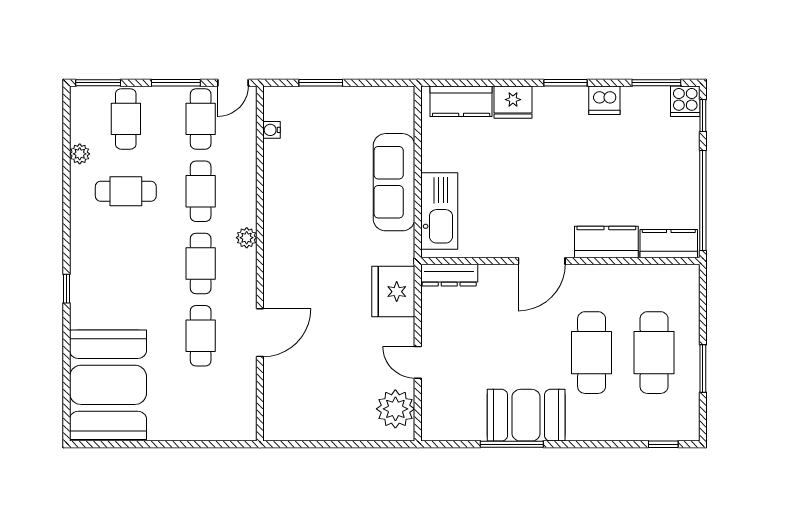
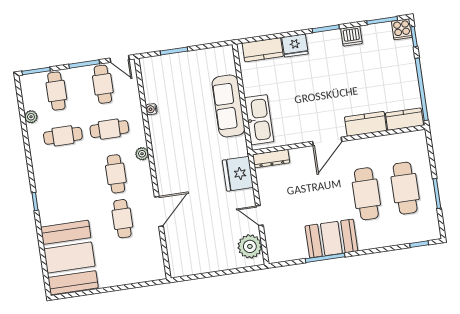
door: (233, 83) -> (120, 59), hinge flipped
water cooler: (272, 130) -> (151, 109), moved
cafe table: (201, 191) -> (109, 129), turned 90

